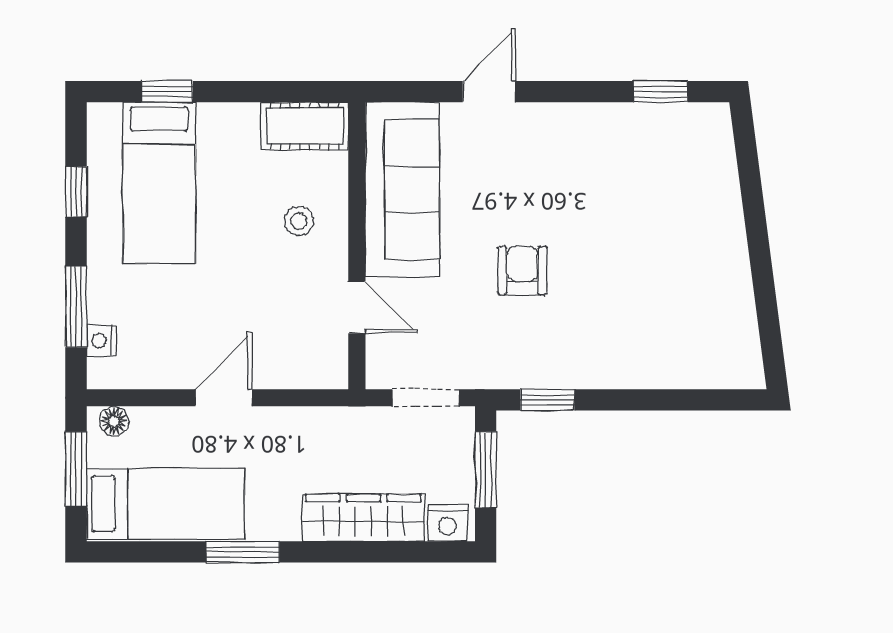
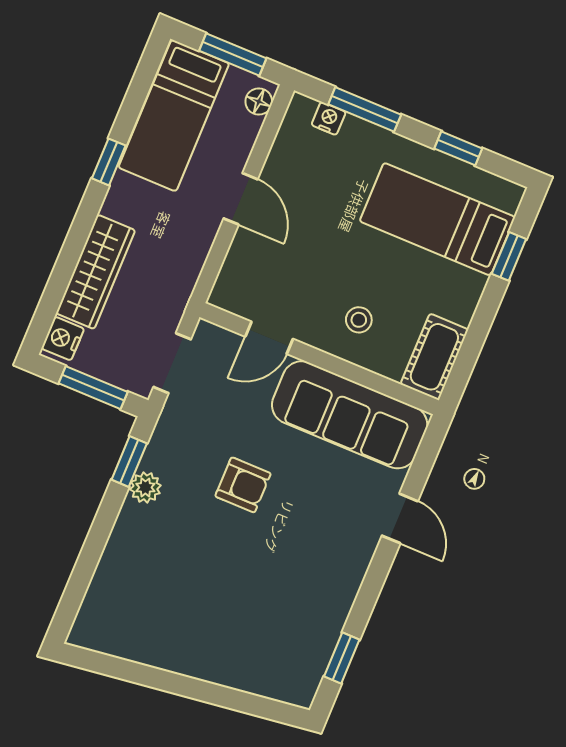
plant: (568, 372) -> (145, 487), added
window: (243, 552) -> (109, 162), width x0.67

